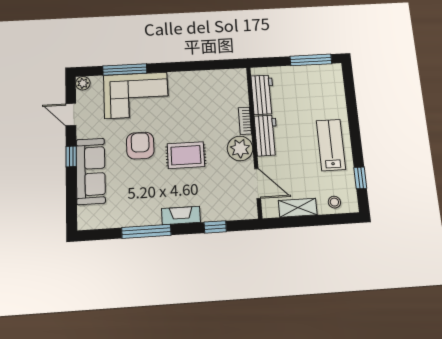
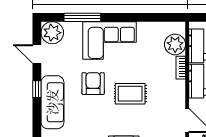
plant: (83, 83) -> (52, 33), width x1.88, depth x1.88
corner sofa: (136, 95) -> (109, 40), moved
plant: (240, 148) -> (175, 44), moved

